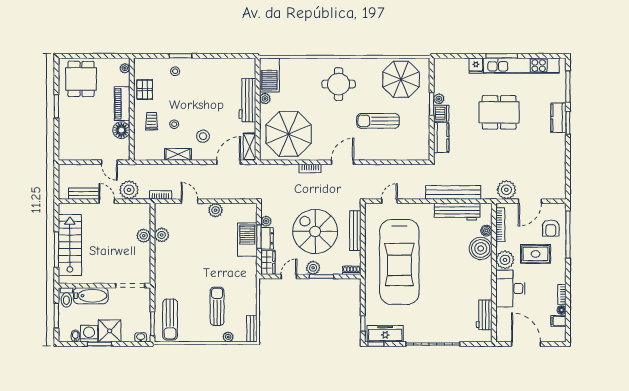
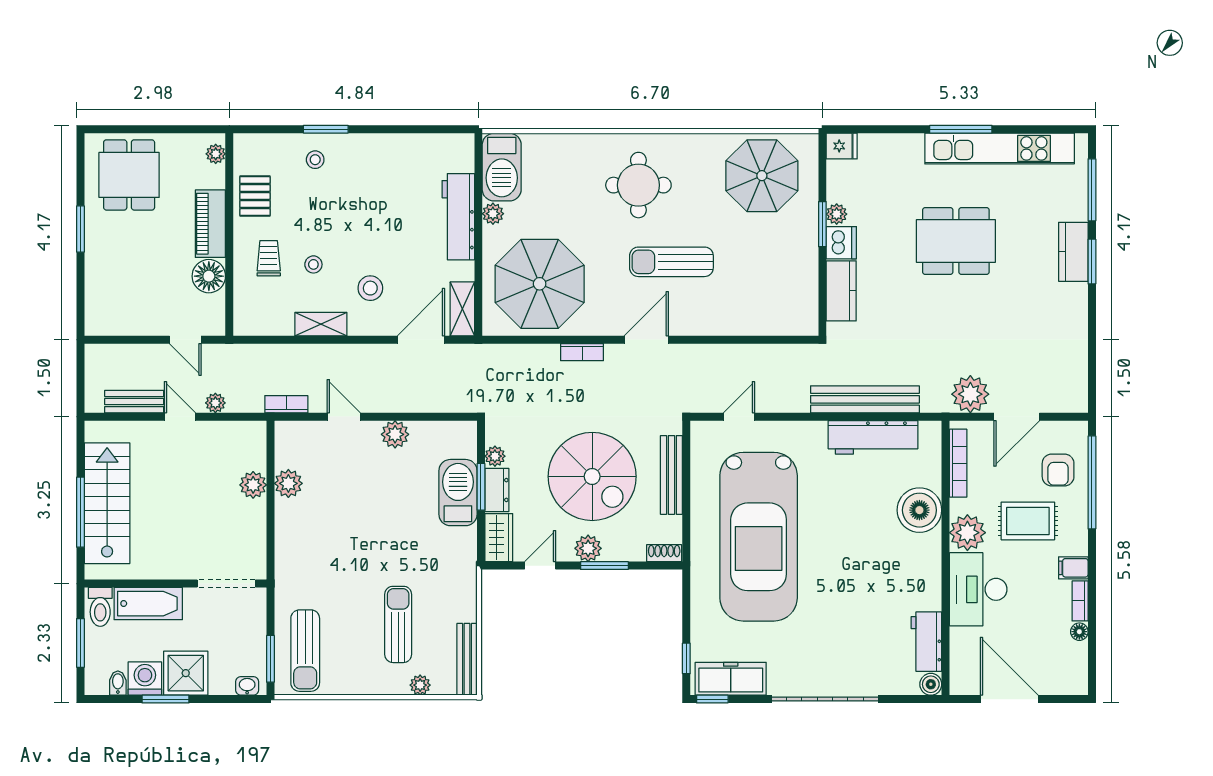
fridge: (476, 66) -> (842, 146), moved, turned -90
sun lounger: (378, 121) -> (671, 262), moved
plant: (129, 190) -> (215, 403), width x0.53, depth x0.53
spiral stairs: (315, 231) -> (592, 476), turned 180
boiler: (486, 231) -> (931, 684), moved
filing cabinet: (558, 321) -> (1073, 568), moved
bench: (252, 329) -> (467, 659), width x1.36

